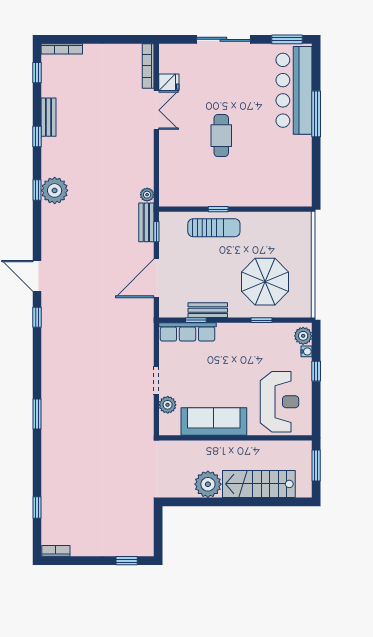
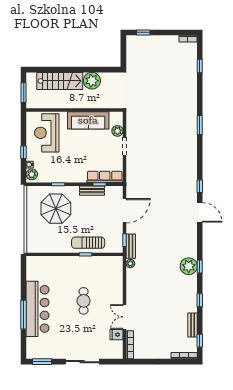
bar counter: (294, 90) -> (38, 309), moved
bench: (49, 117) -> (193, 325), moved

